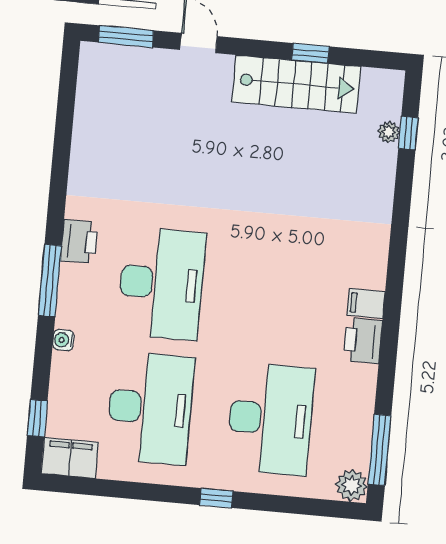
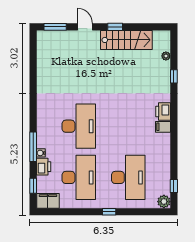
window: (310, 53) -> (115, 27), moved
window: (408, 133) -> (174, 76), moved
printer: (79, 242) -> (44, 167), moved
window: (50, 280) -> (33, 147), moved
printer: (363, 341) -> (163, 111), moved
window: (379, 450) -> (174, 186), width x0.46

